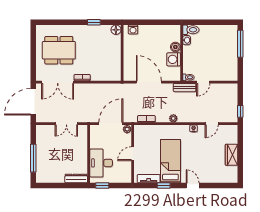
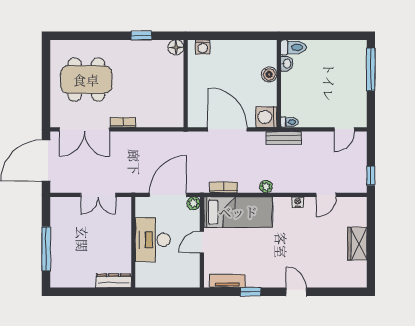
washing machine: (174, 59) -> (266, 117), moved
door: (203, 82) -> (344, 129), moved
bed: (170, 161) -> (238, 212), moved, turned 90
desk: (101, 163) -> (153, 240), moved
window: (102, 186) -> (154, 292), removed

